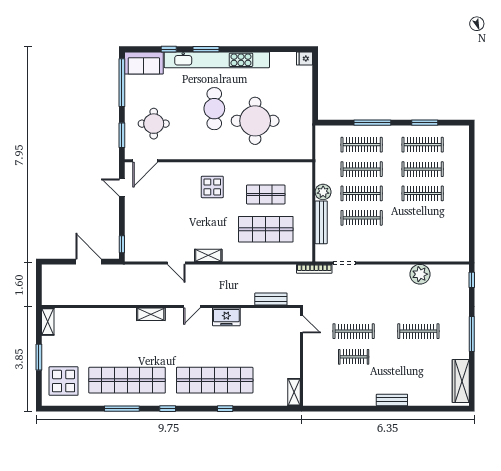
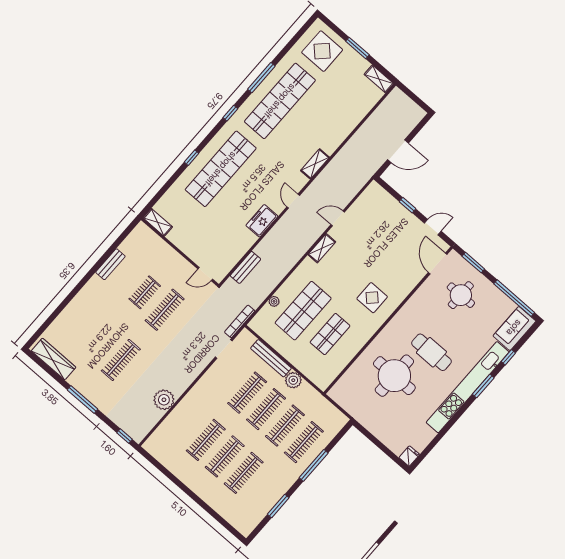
clothes rail: (423, 145) -> (206, 440), moved
window: (122, 244) -> (408, 205), moved
plant: (278, 256) -> (274, 301), added
bench: (392, 400) -> (110, 264), moved

